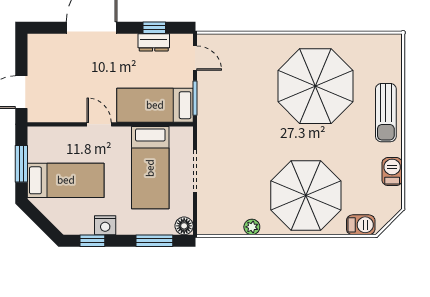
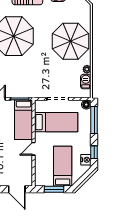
nightstand: (105, 225) -> (86, 160), moved
barbecue: (361, 225) -> (86, 82), moved
window: (154, 241) -> (94, 120), width x1.44

